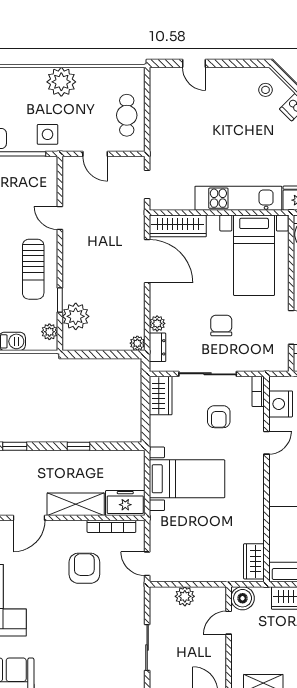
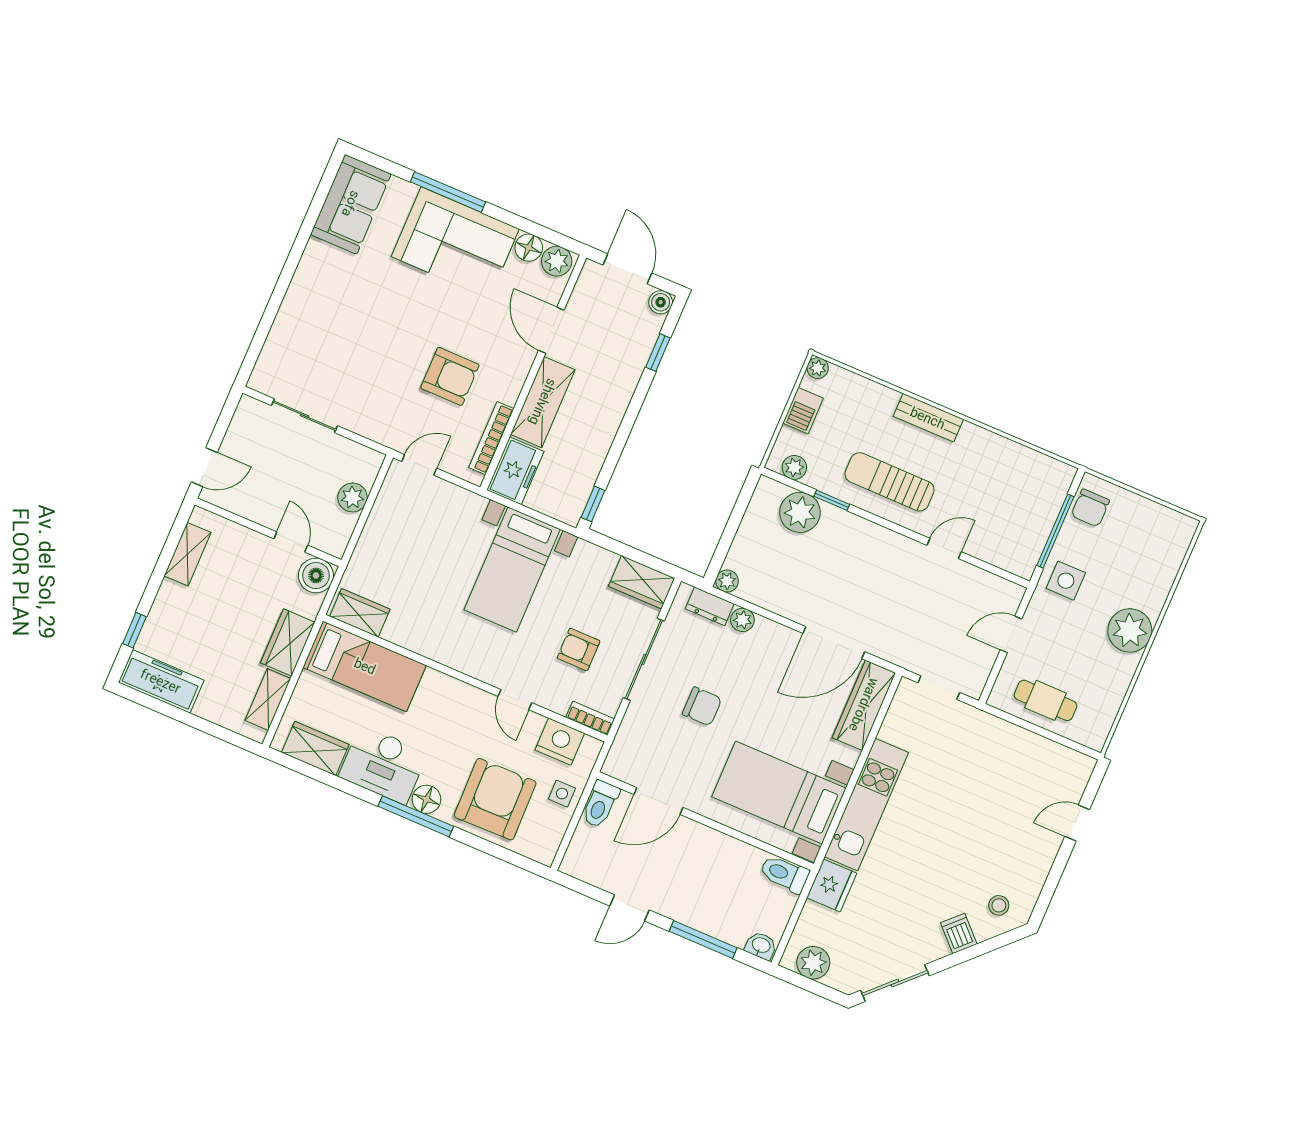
window: (78, 446) -> (593, 504), moved

